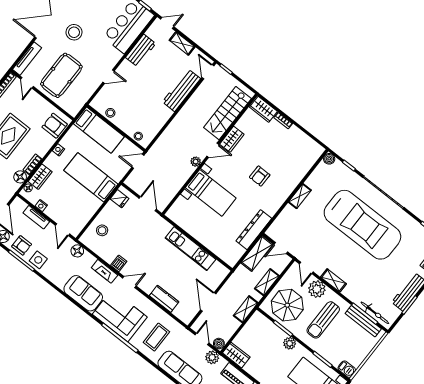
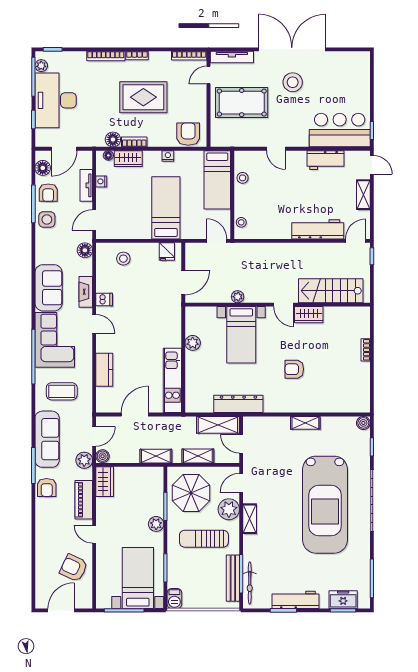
wardrobe: (263, 109) -> (361, 322), removed
plant: (196, 162) -> (238, 297), moved
plant: (191, 228) -> (193, 343), added
kitchen unit: (190, 249) -> (172, 380), moved

